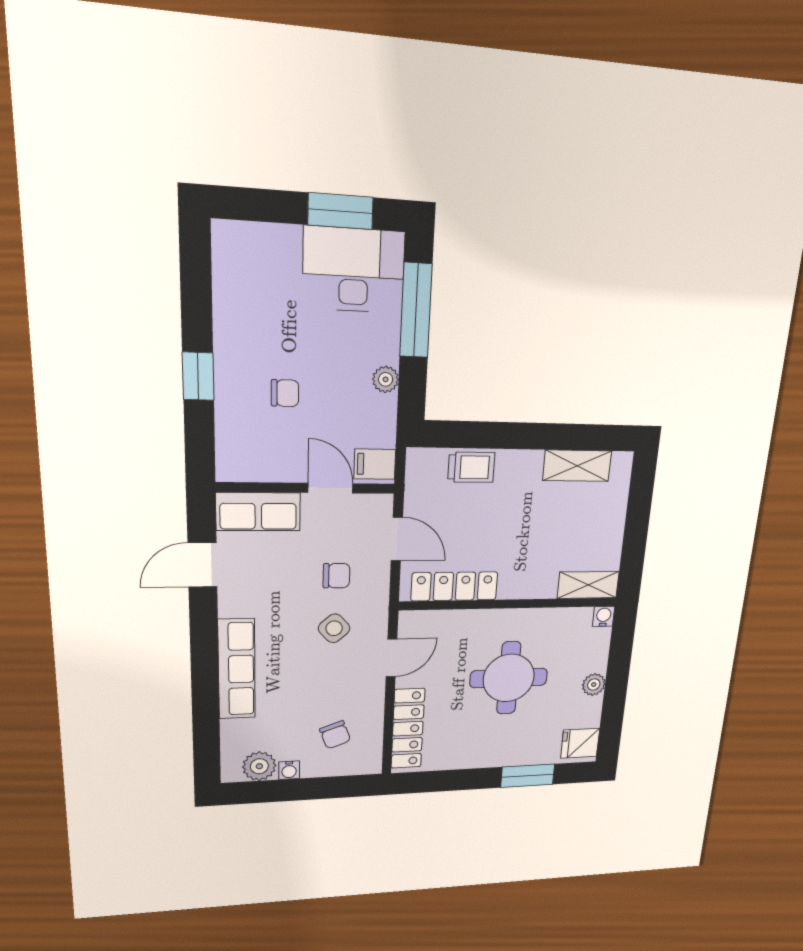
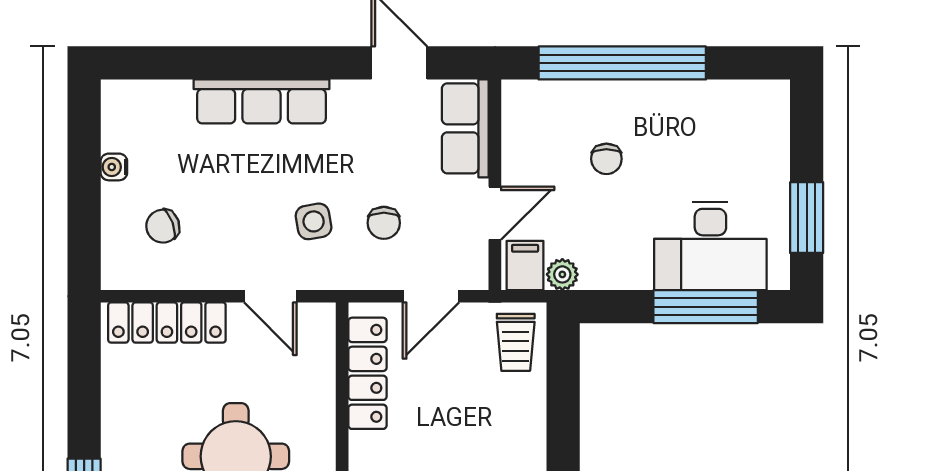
desk: (354, 270) -> (710, 246), moved, turned 90
window: (198, 376) -> (622, 63), width x3.17
plant: (386, 379) -> (562, 274), moved
trolley: (471, 467) -> (516, 342), moved
side table: (334, 628) -> (314, 221), turned 32
plant: (259, 766) -> (122, 129), removed

